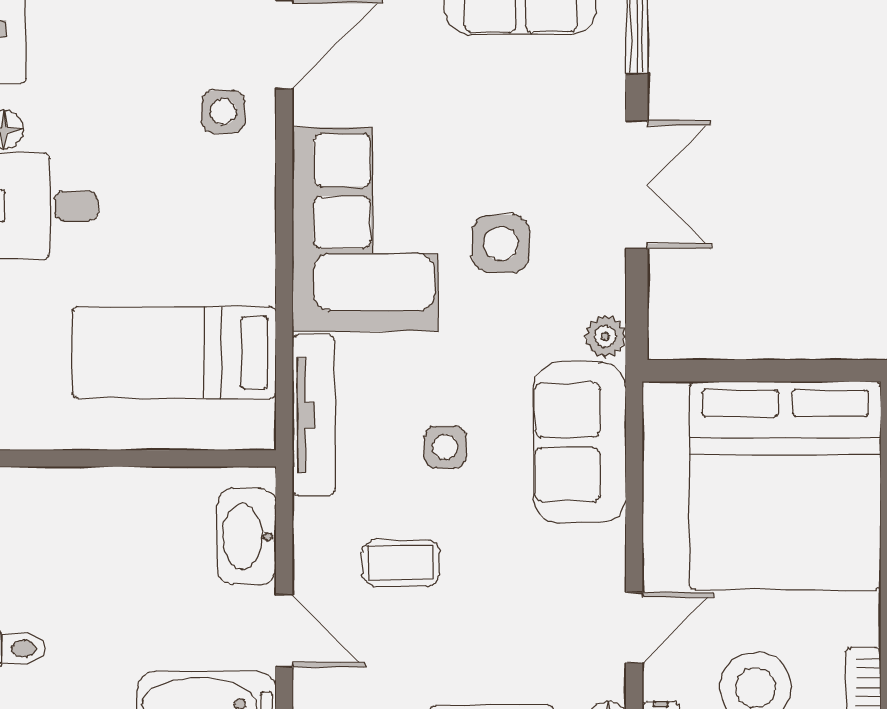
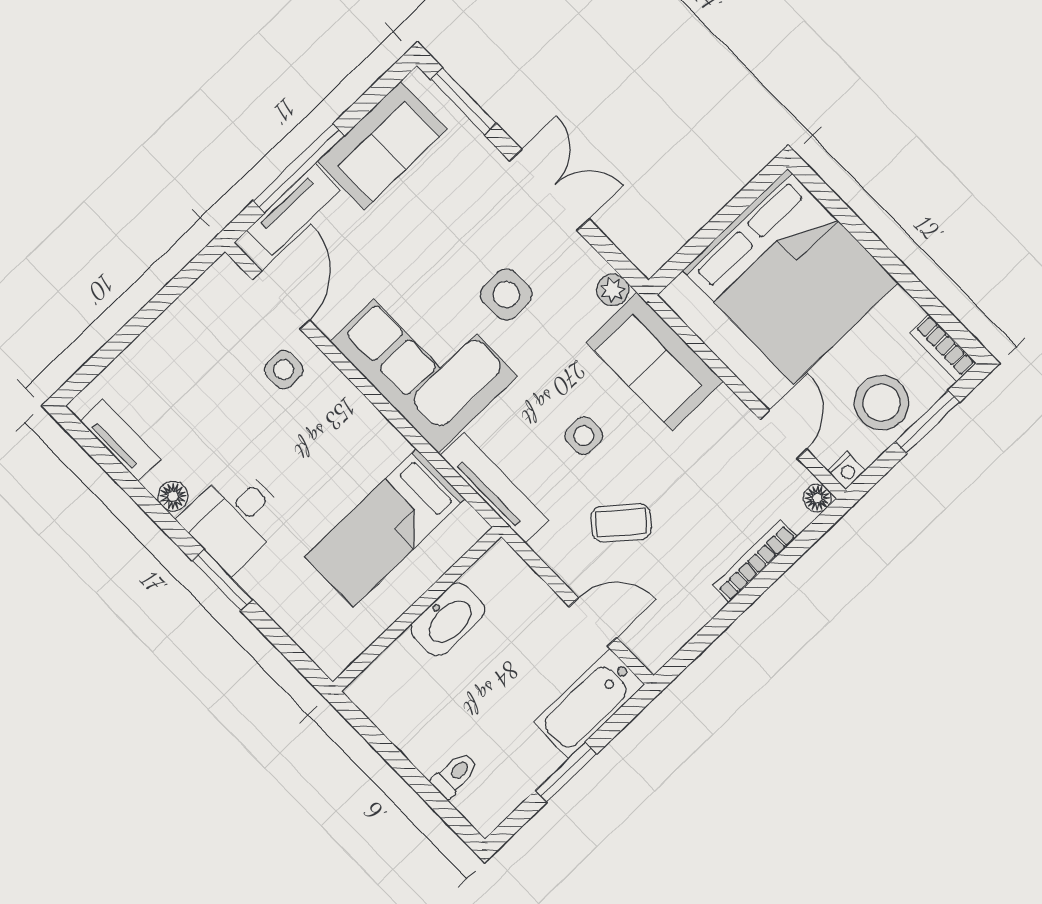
washbasin: (247, 537) -> (448, 619), moved, turned -90
coffee table: (401, 563) -> (621, 523), turned 40

